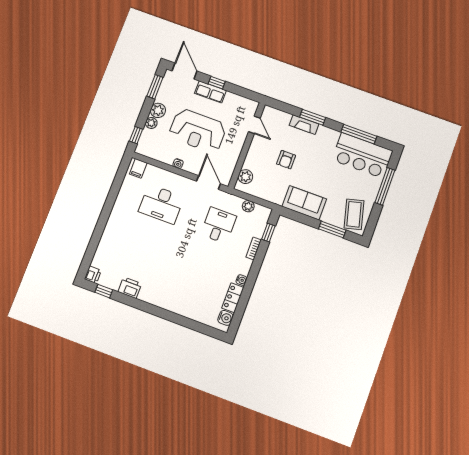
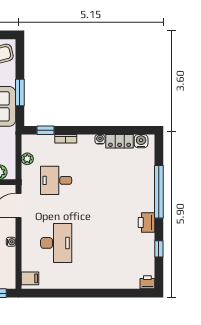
window: (332, 230) -> (20, 93), moved
printer: (130, 288) -> (146, 222), moved
window: (104, 291) -> (159, 249), moved
window: (172, 317) -> (159, 192), added

